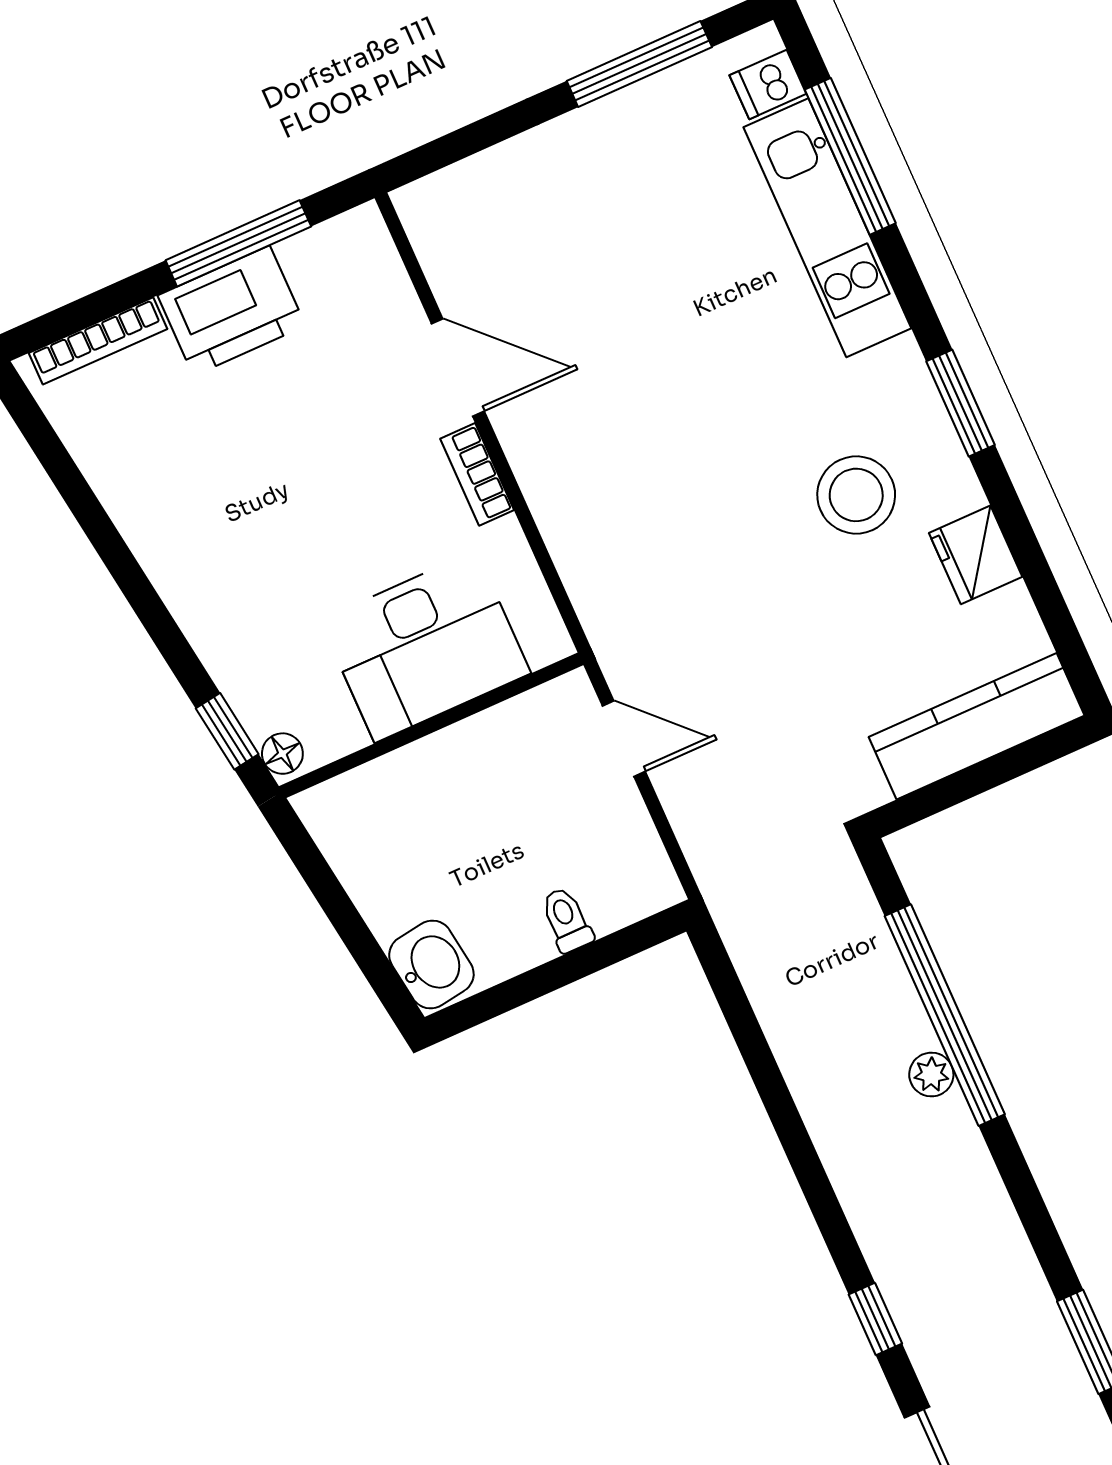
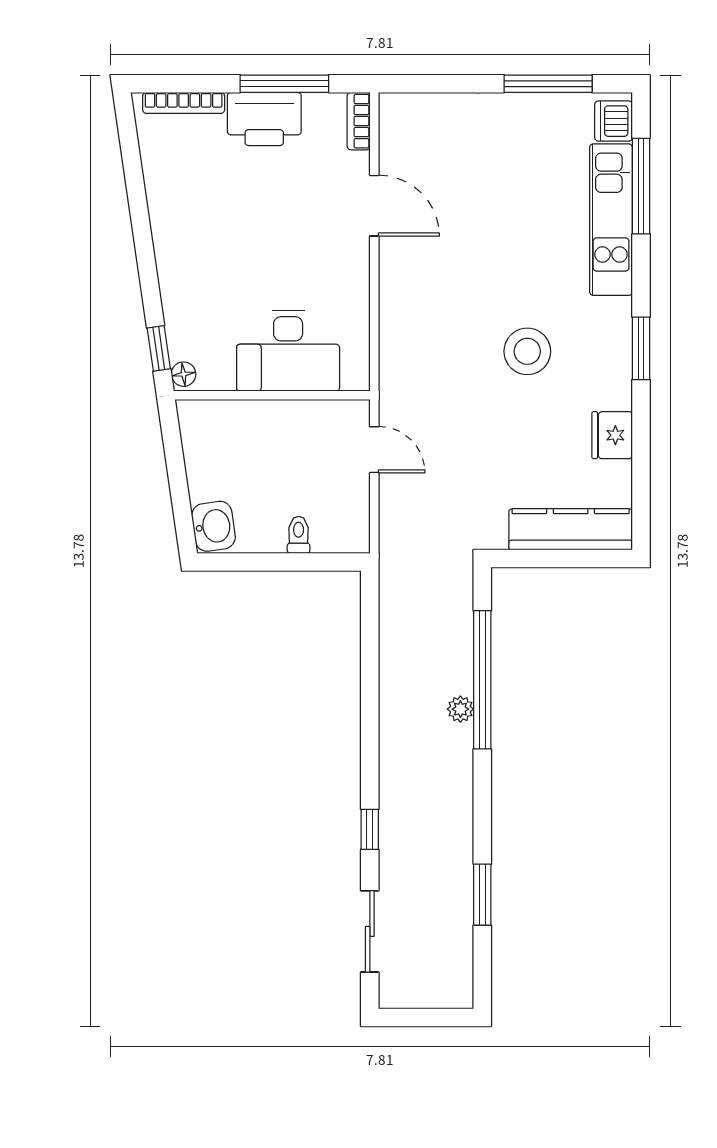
dishwasher: (768, 85) -> (614, 121), width x1.38
bookcase: (477, 474) -> (359, 121), moved
stool: (856, 495) -> (527, 351), moved

